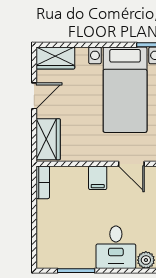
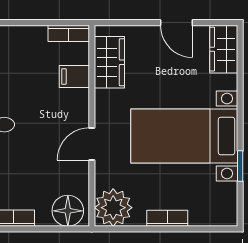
wardrobe: (48, 139) -> (109, 62), moved, turned -90
filing cabinet: (98, 178) -> (74, 77), moved

